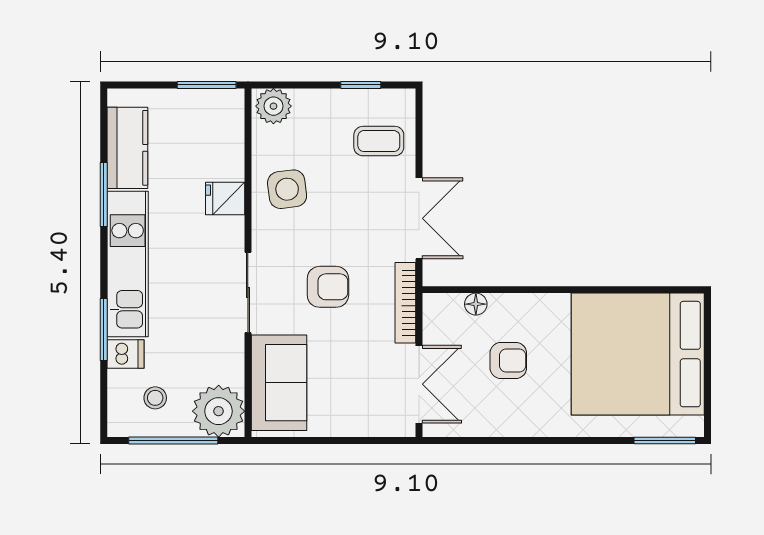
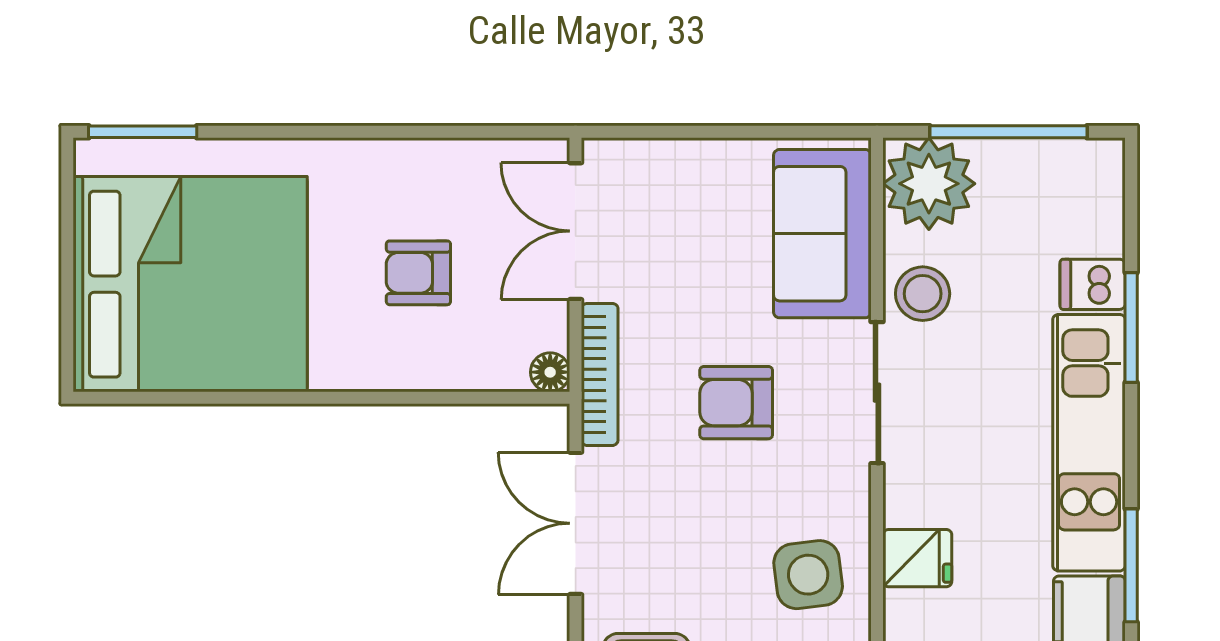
floor lamp: (476, 304) -> (550, 372), moved
stool: (155, 398) -> (923, 294), moved, width x1.37, depth x1.37

